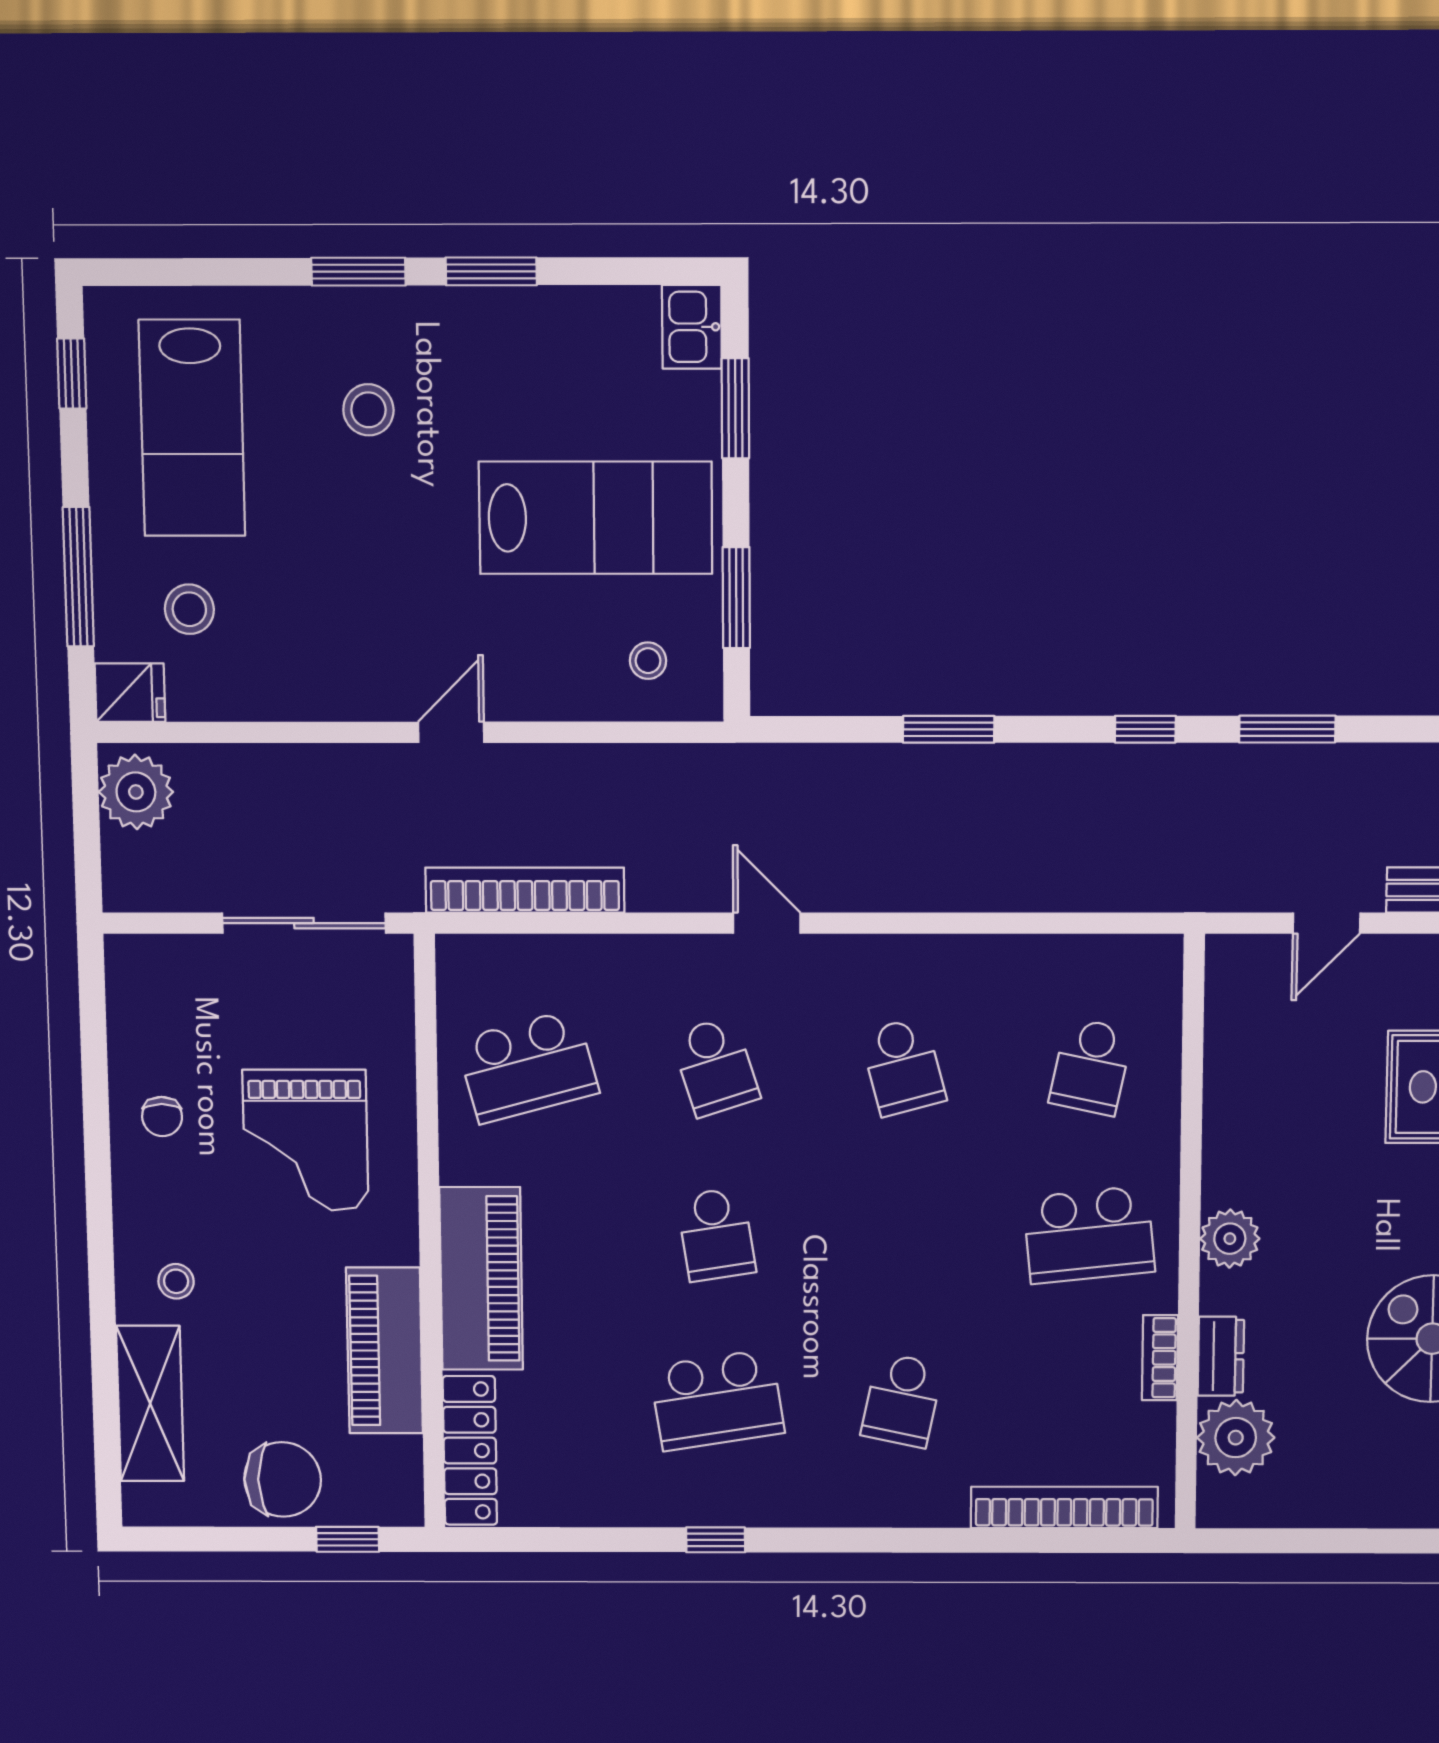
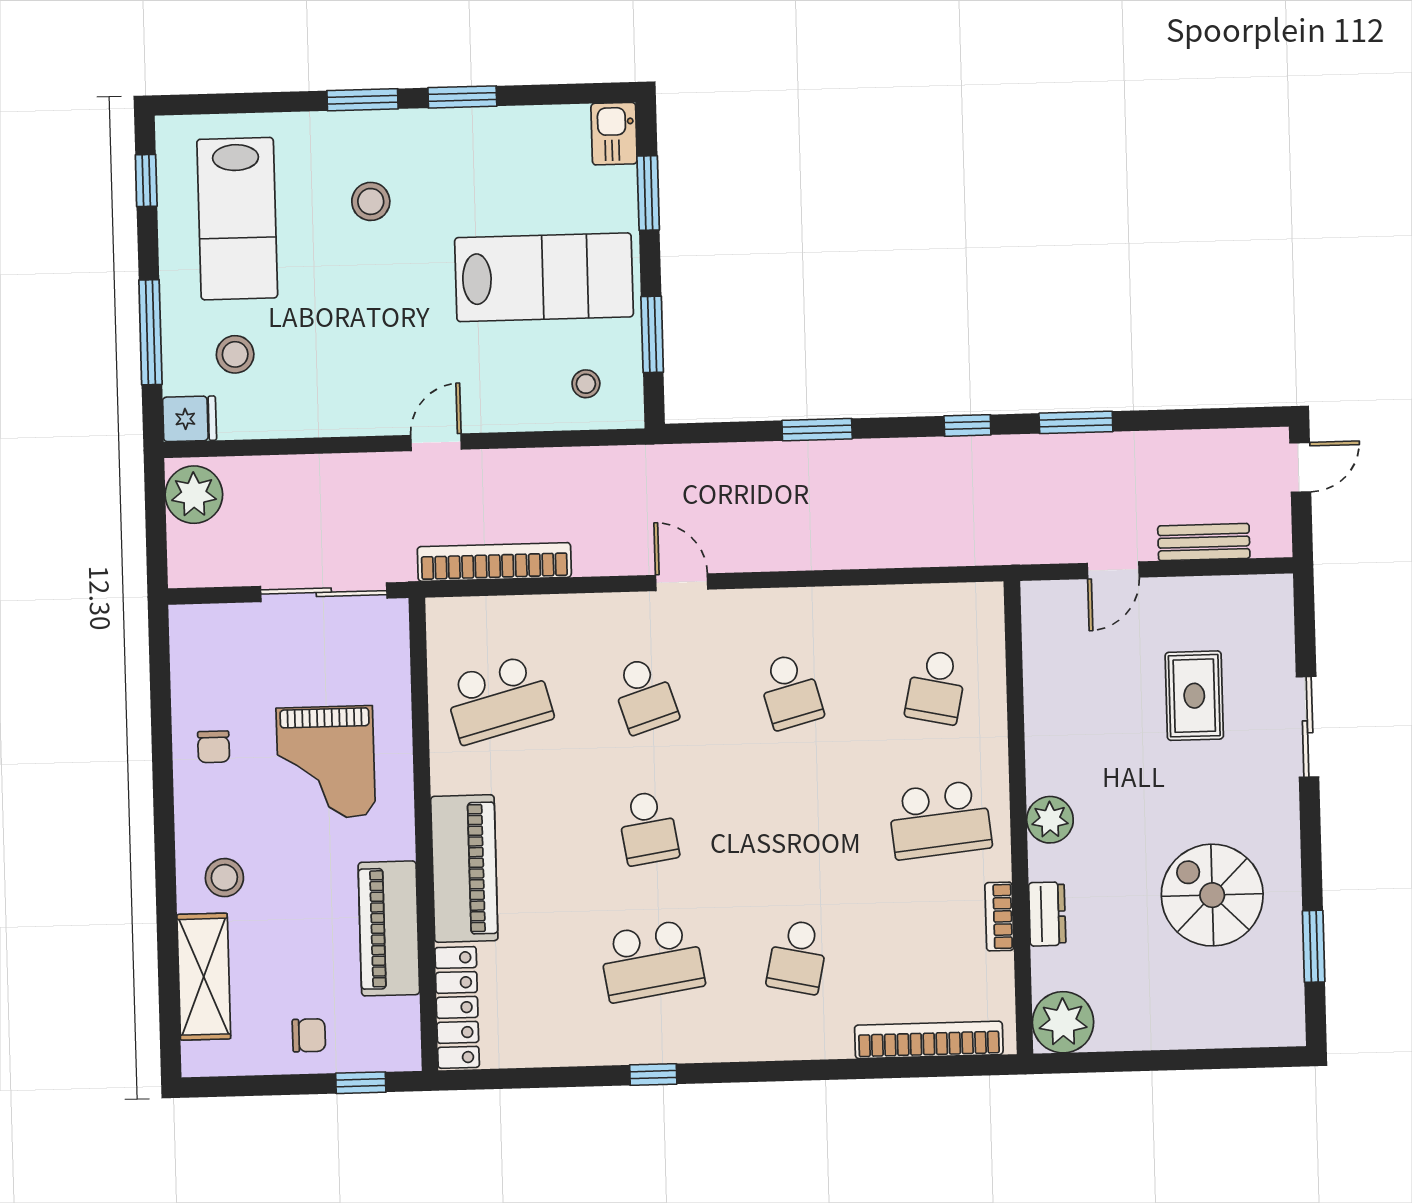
stool: (176, 1281) -> (224, 878), width x1.37, depth x1.37
plant: (1236, 1438) -> (1063, 1022), moved
chair: (283, 1479) -> (309, 1035), width x0.54, depth x0.54

